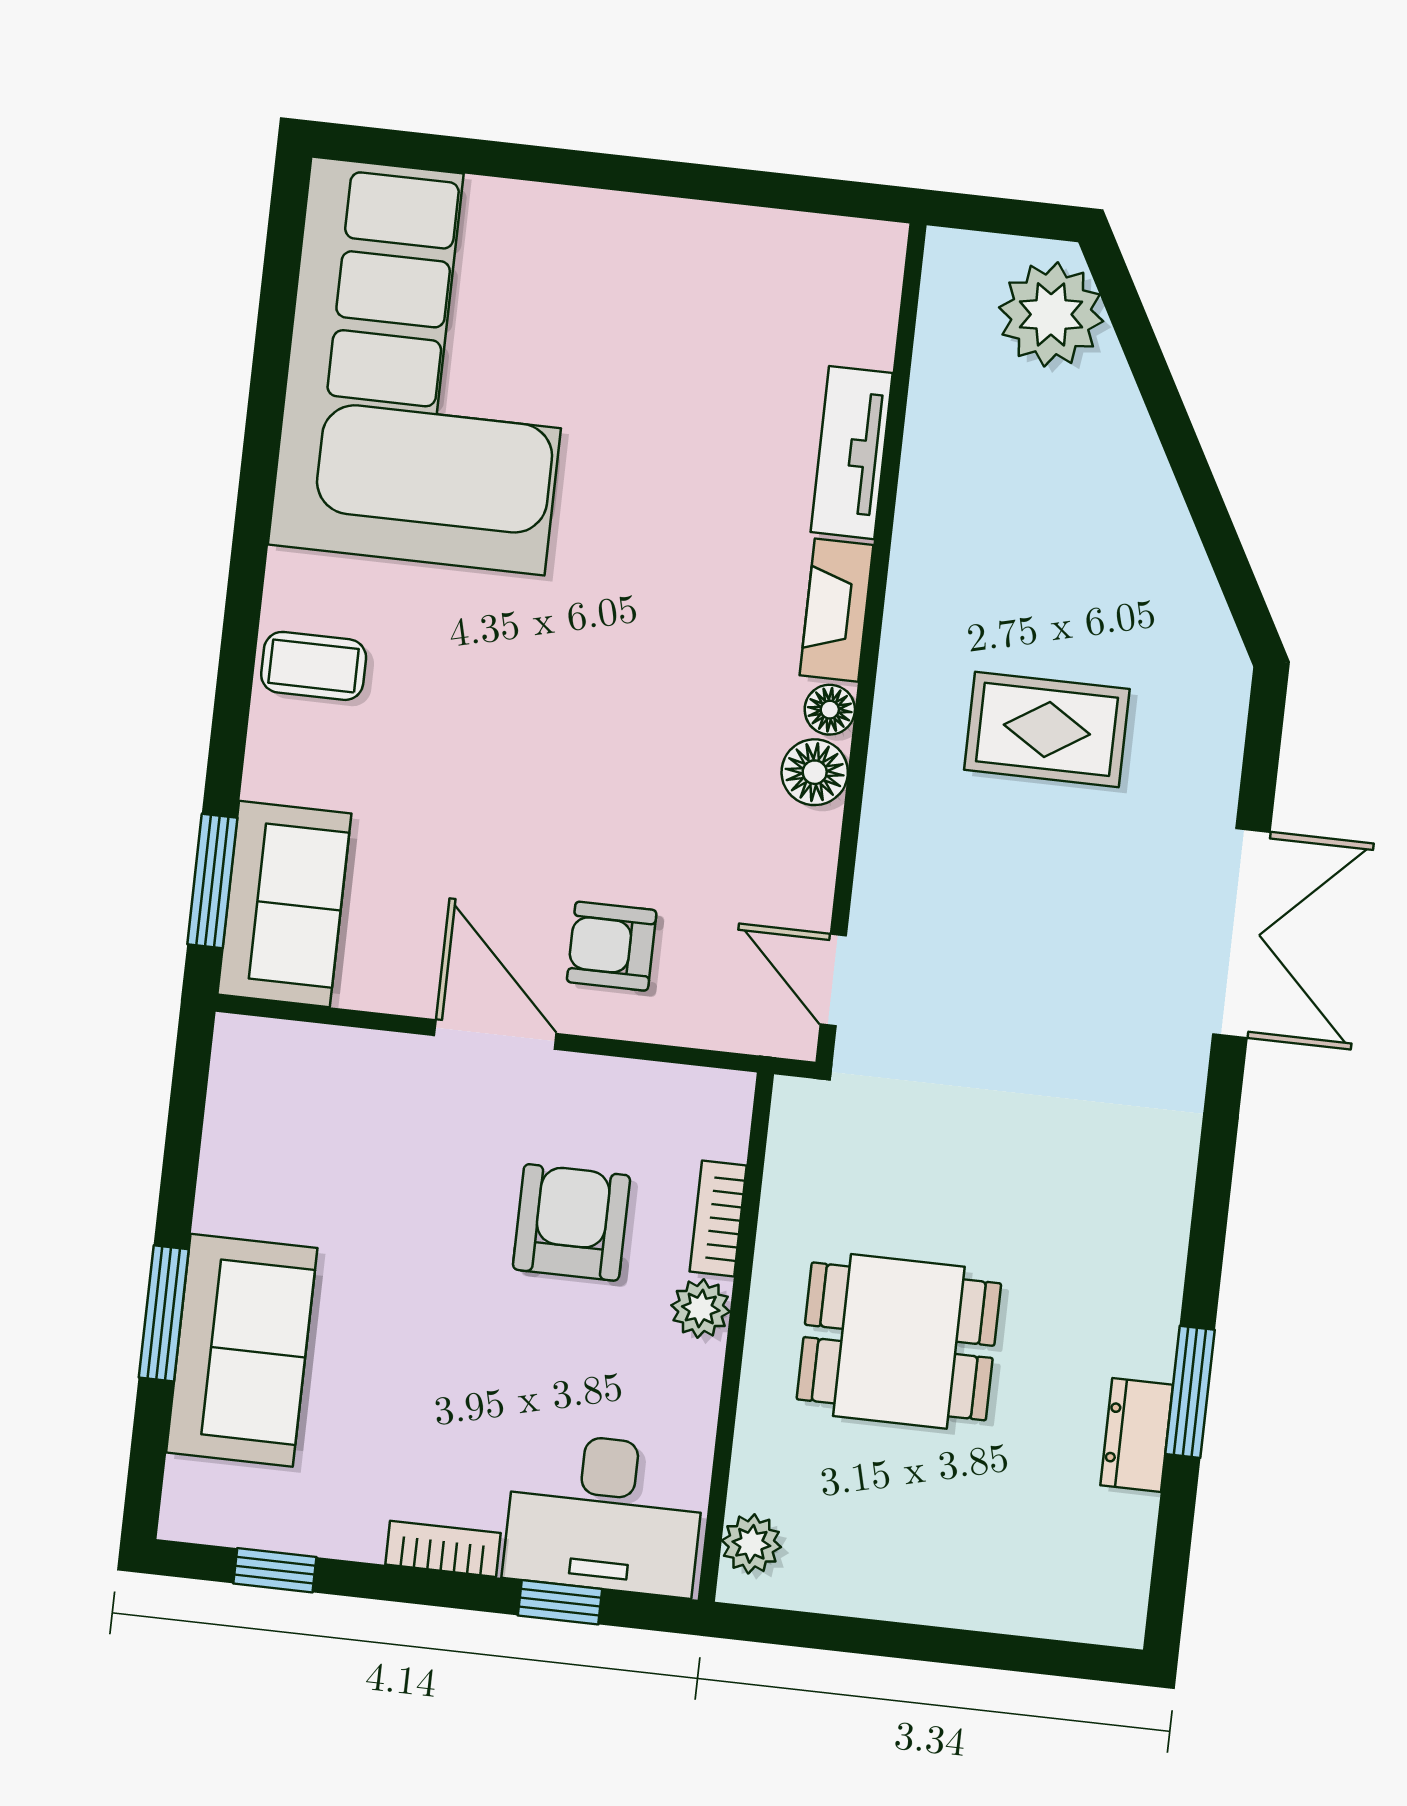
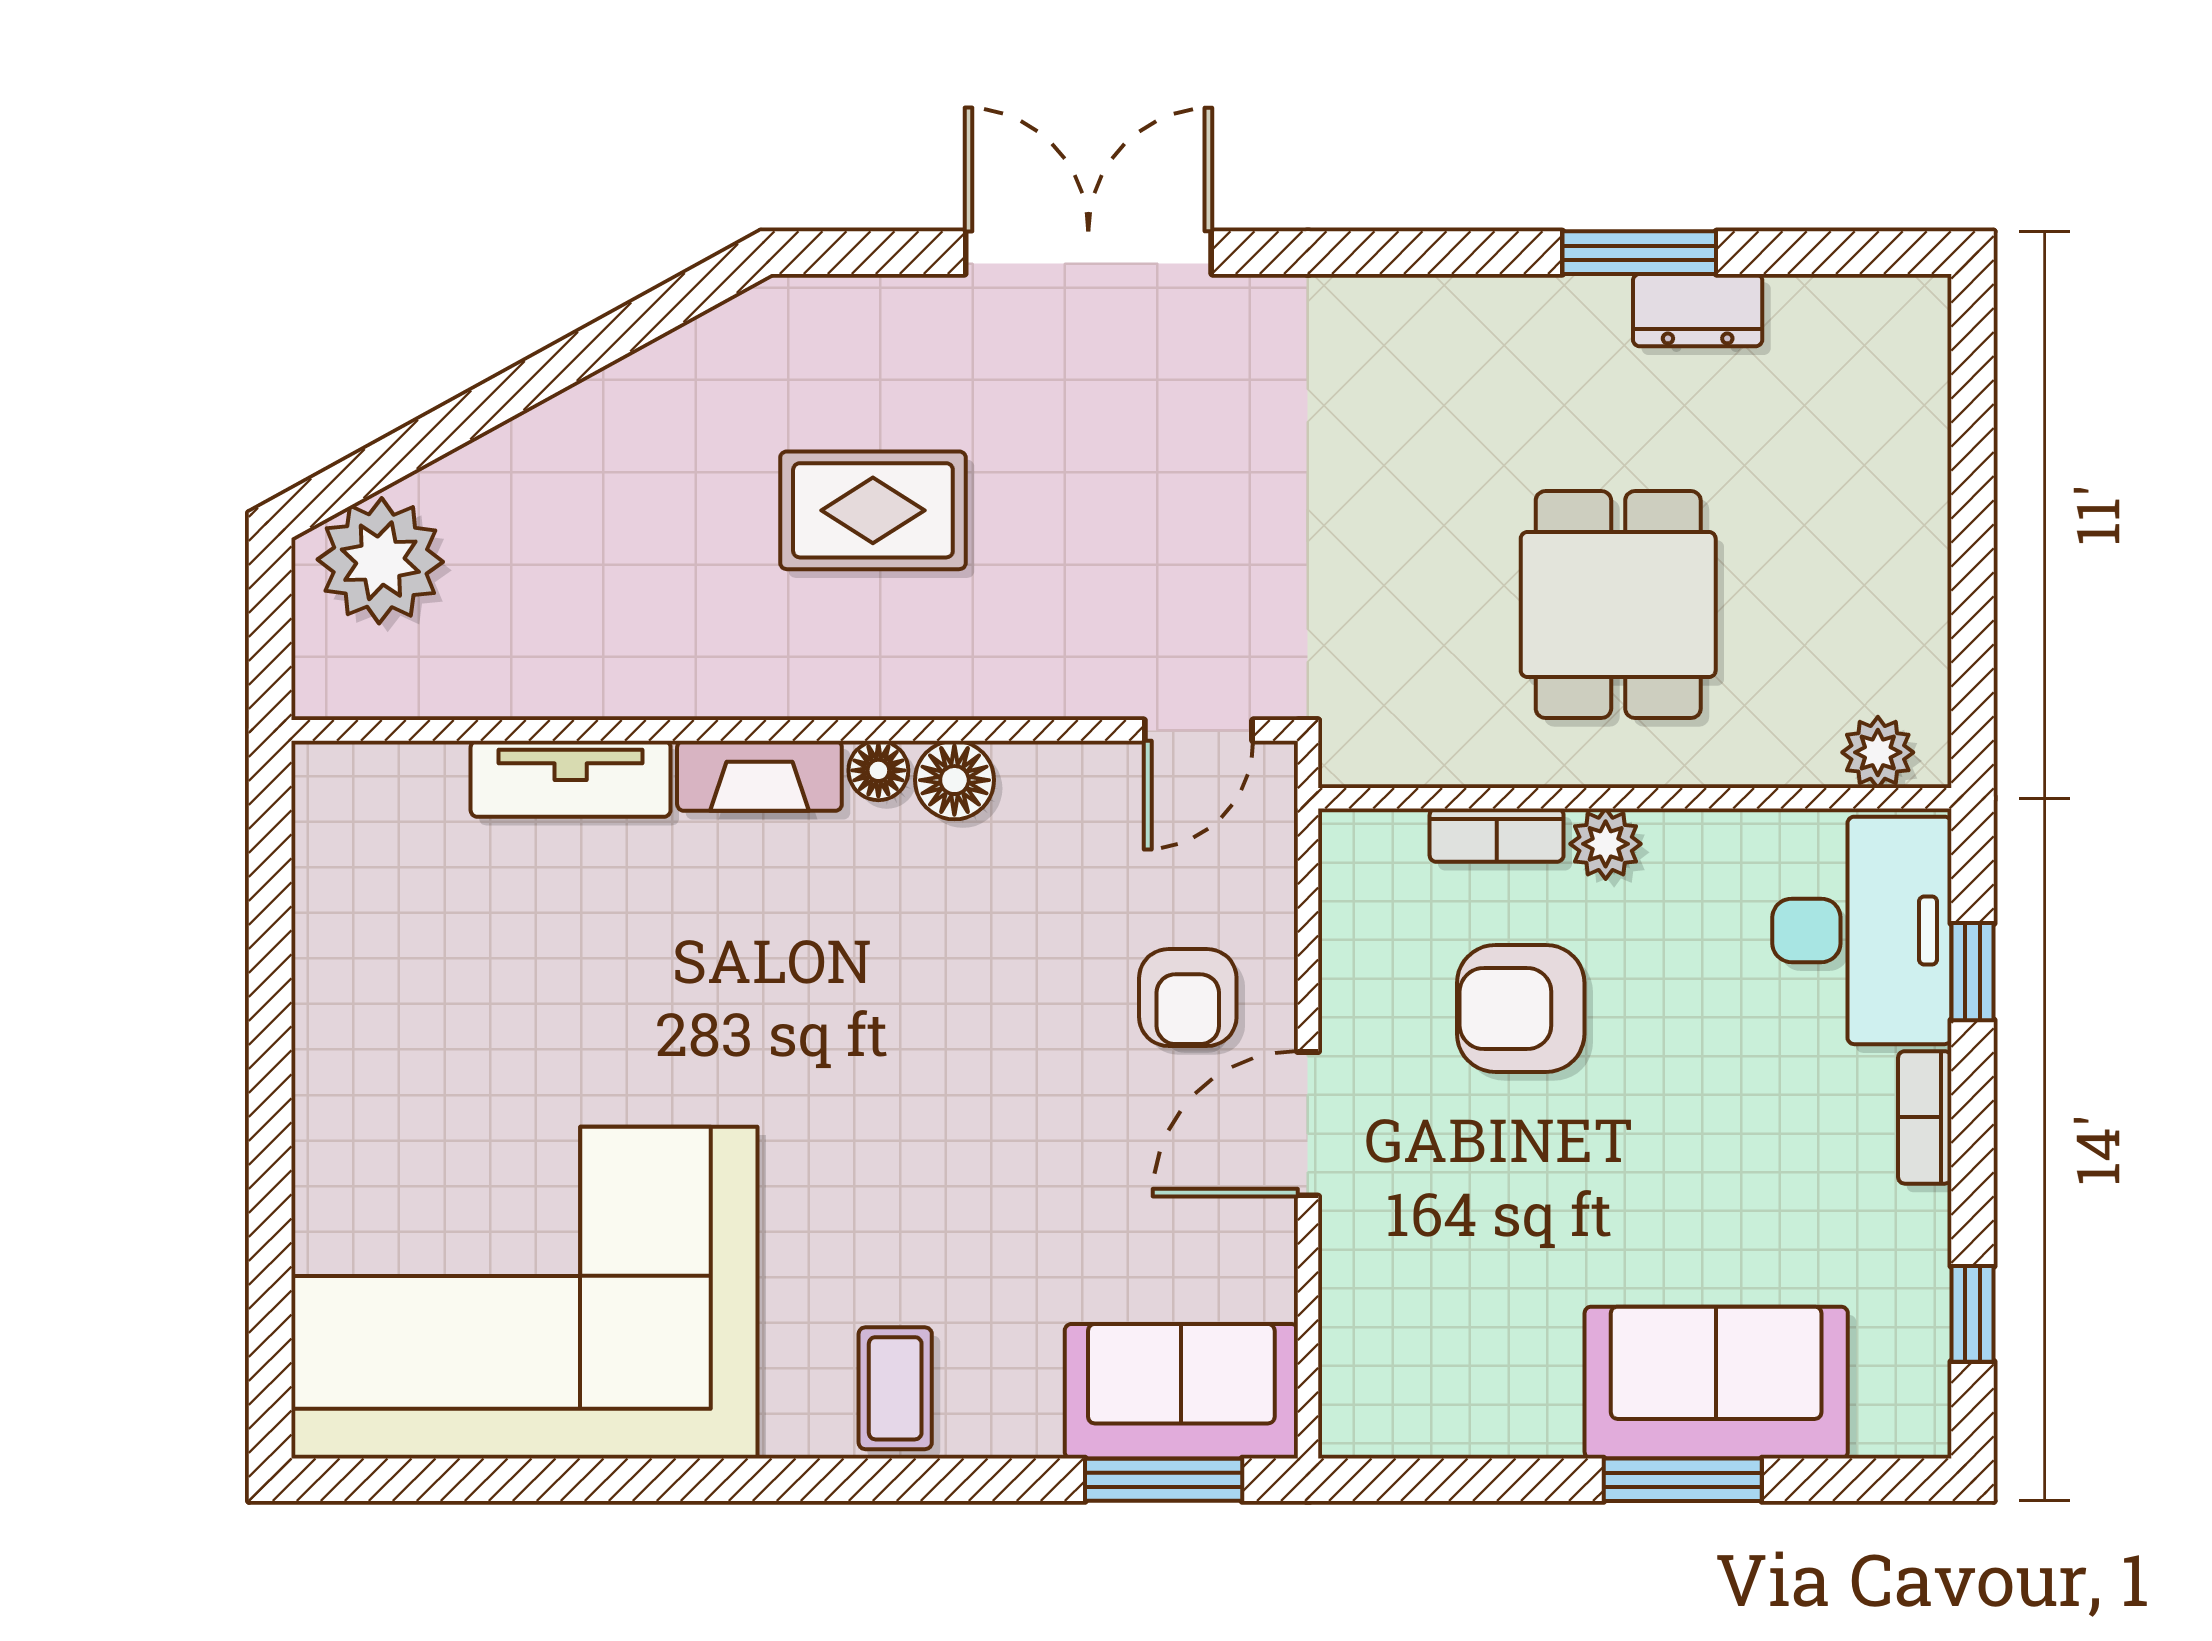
rug: (1047, 729) -> (873, 510), turned 90

